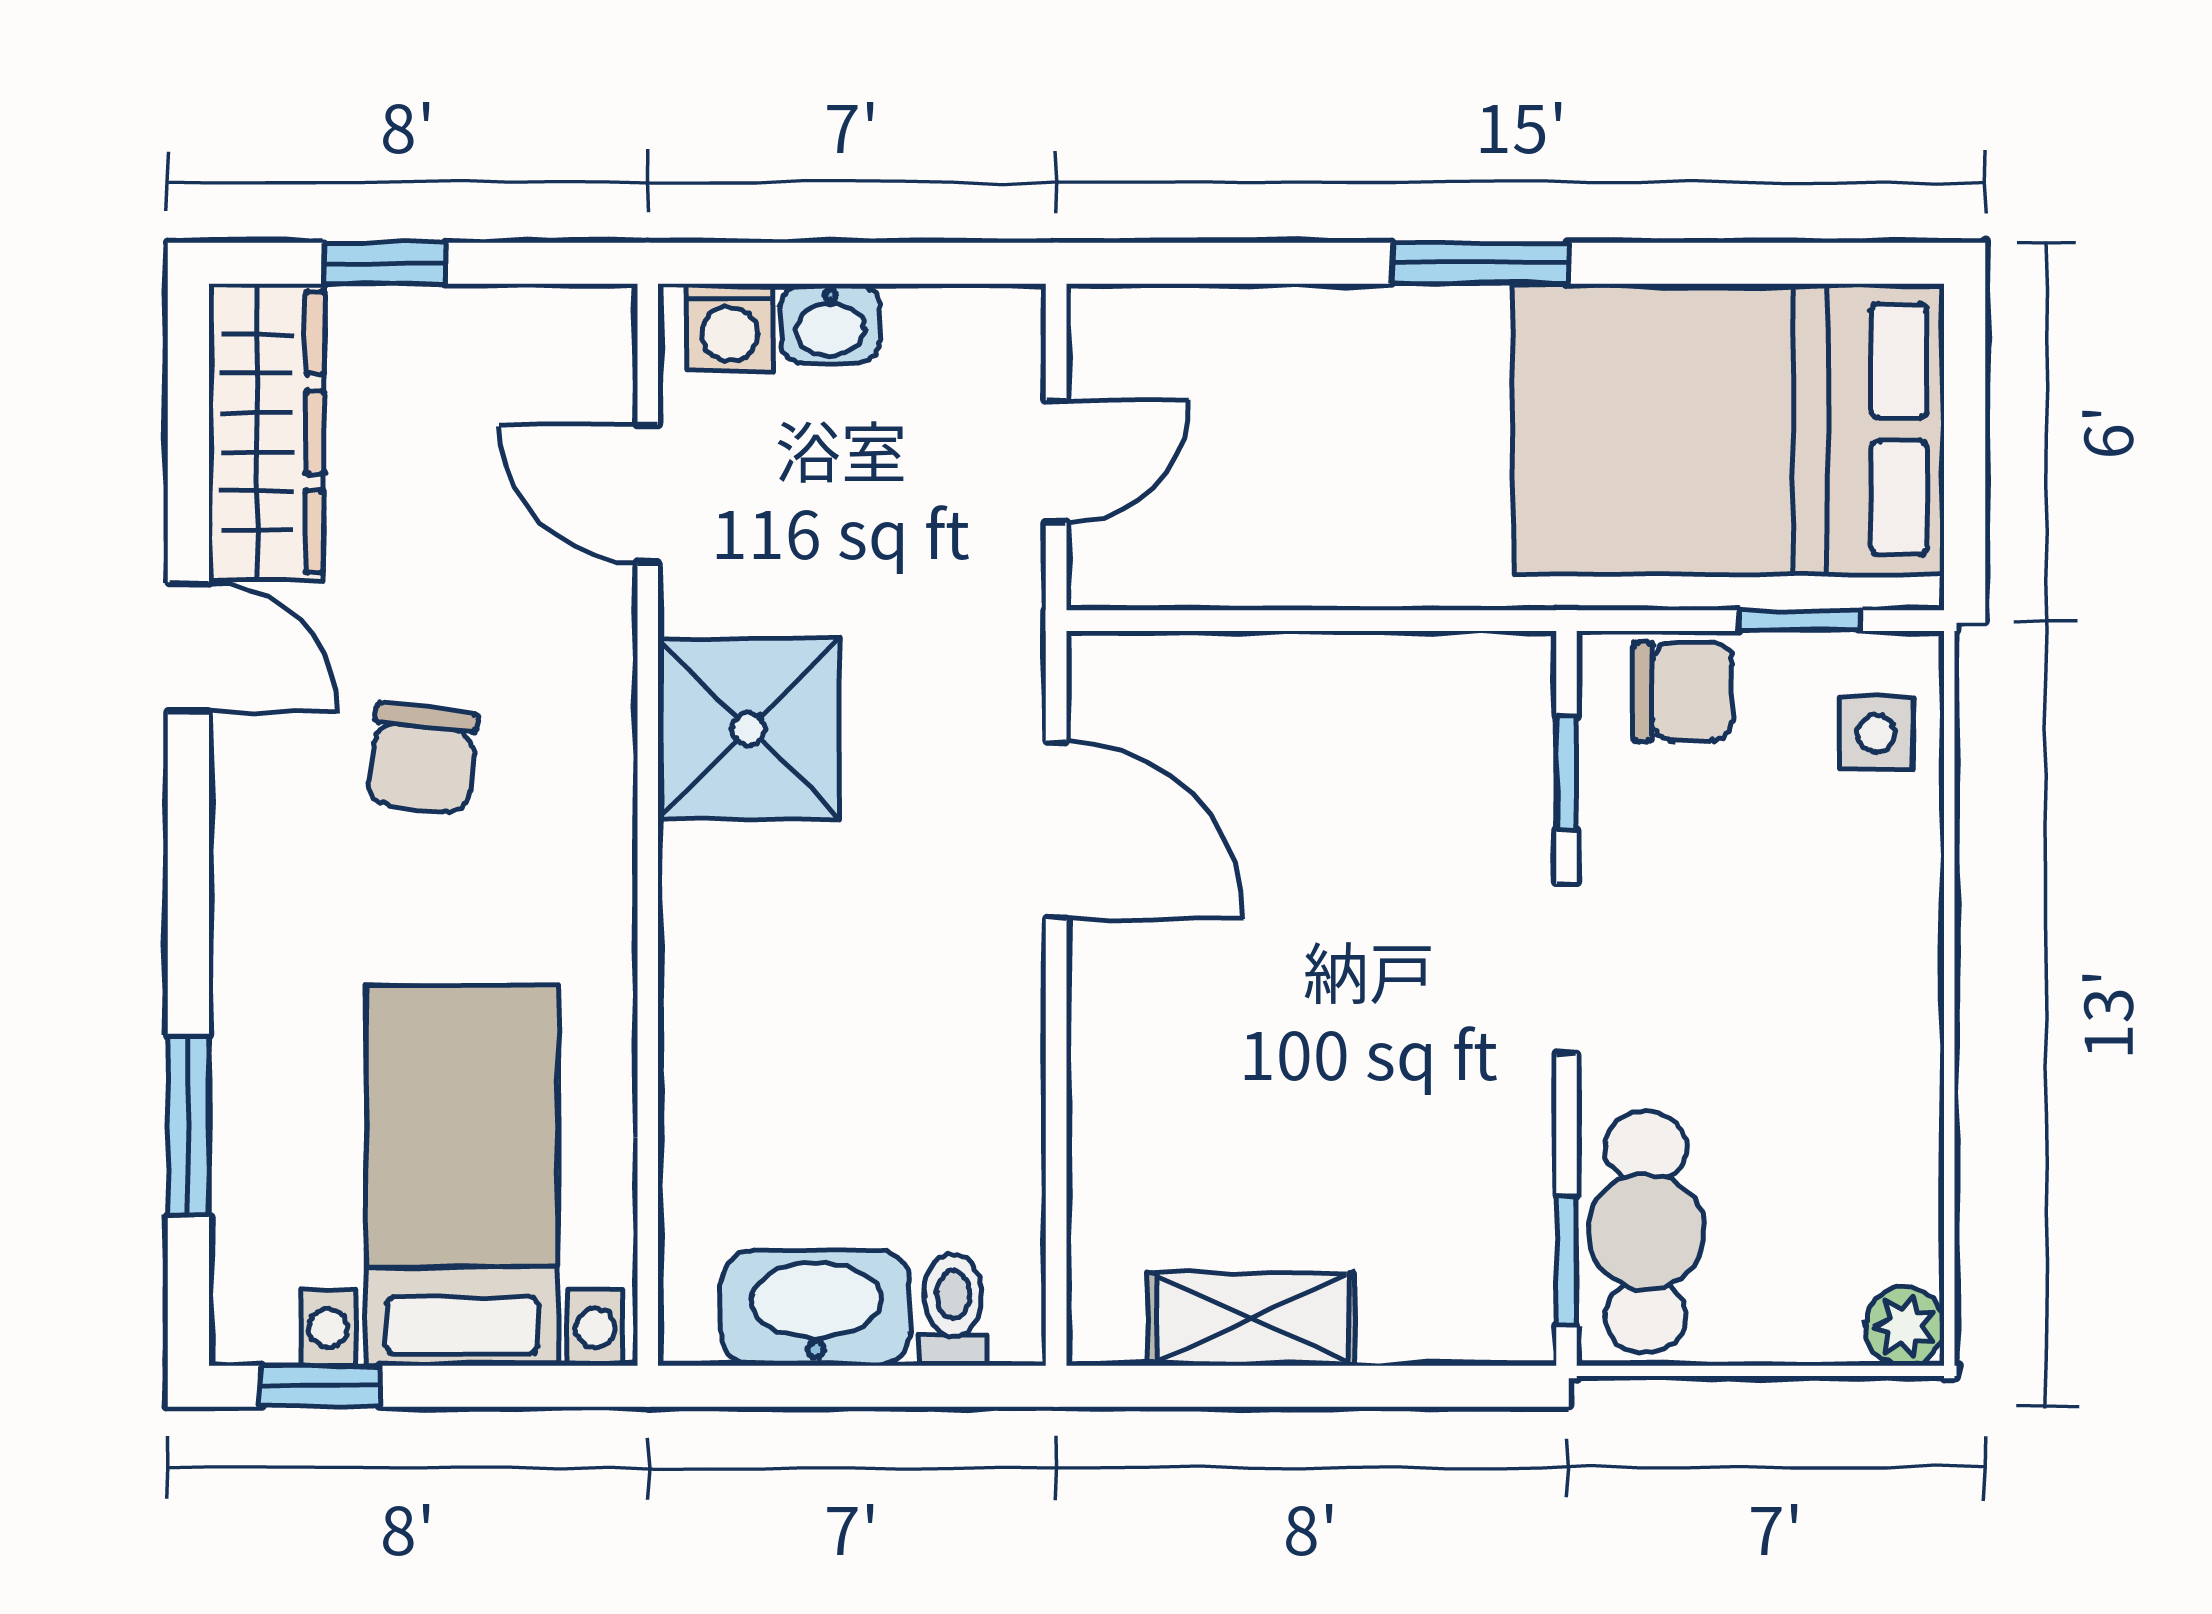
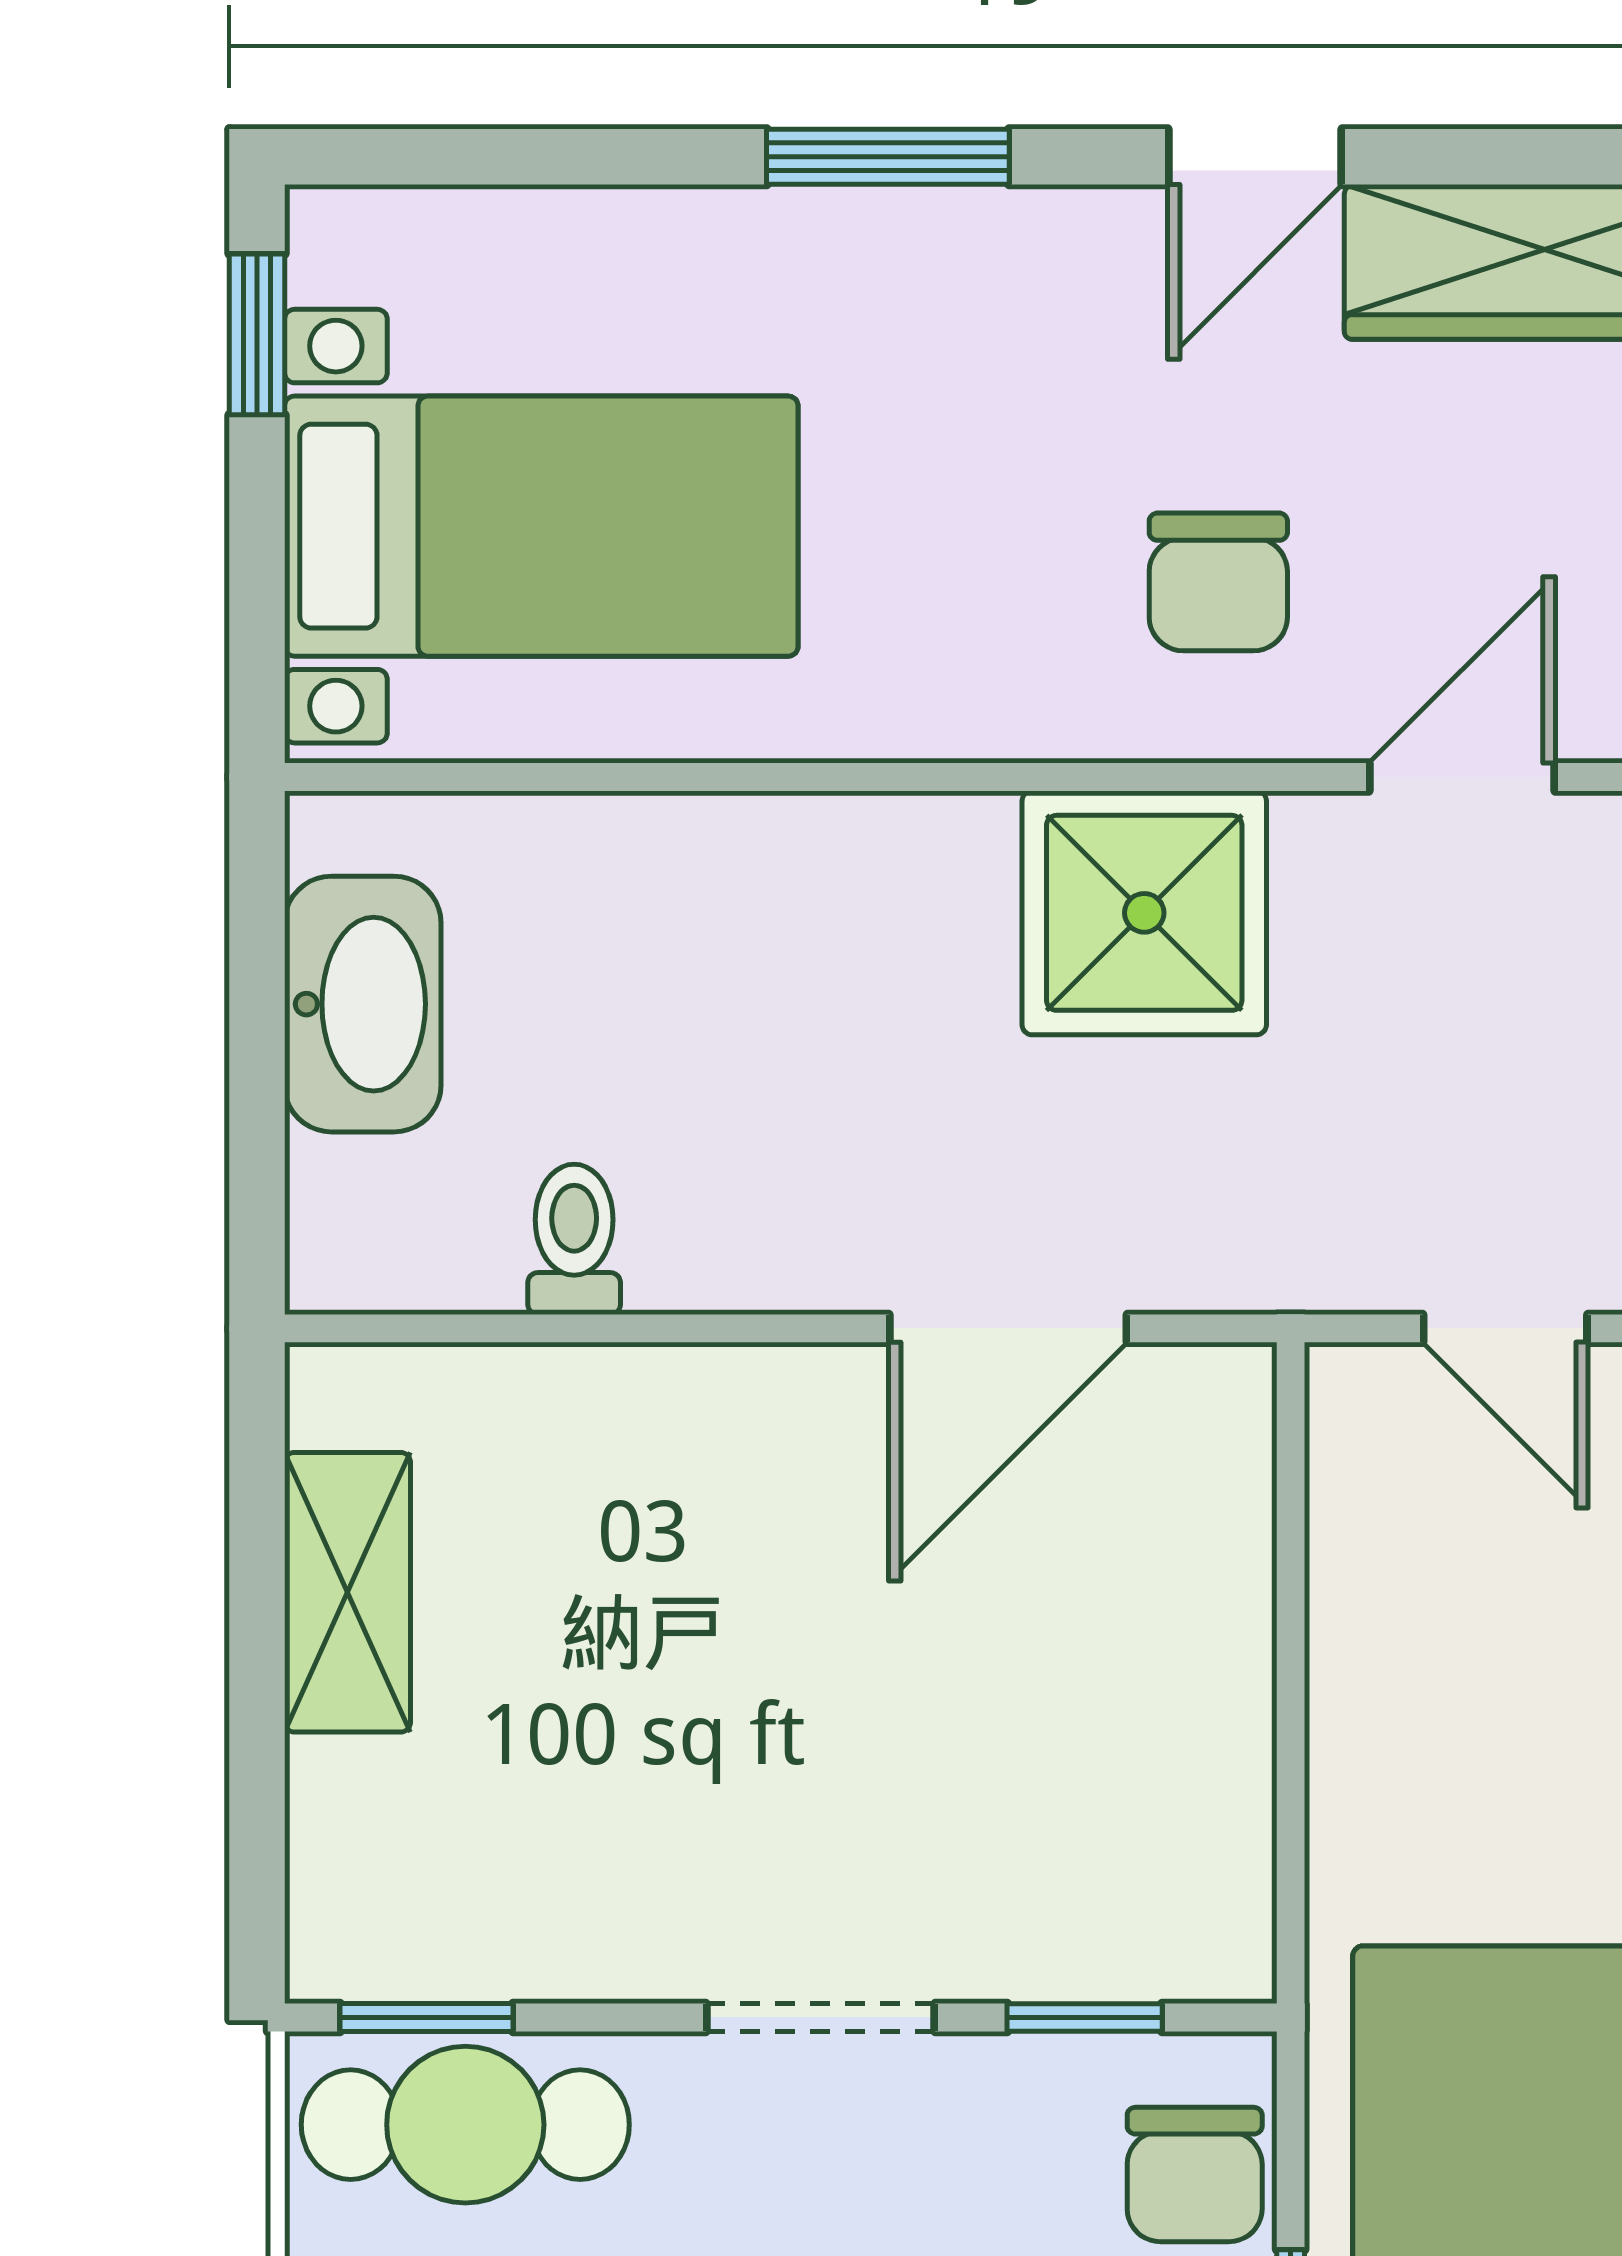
chair: (422, 759) -> (1218, 582), moved, turned -96
window: (188, 1126) -> (888, 157), moved
toilet: (953, 1310) -> (574, 1239), moved, turned -90

